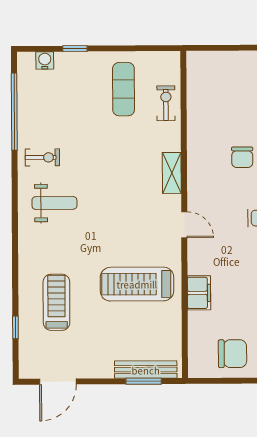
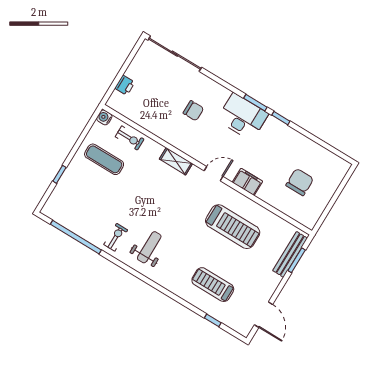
water cooler: (45, 60) -> (104, 117), moved
printer: (223, 61) -> (125, 85), added
exercise bike: (166, 103) -> (130, 138), turned 180
treadmill: (137, 284) -> (233, 227), turned -90
filing cabinet: (199, 293) -> (248, 182), moved
chair: (232, 354) -> (300, 182), moved

